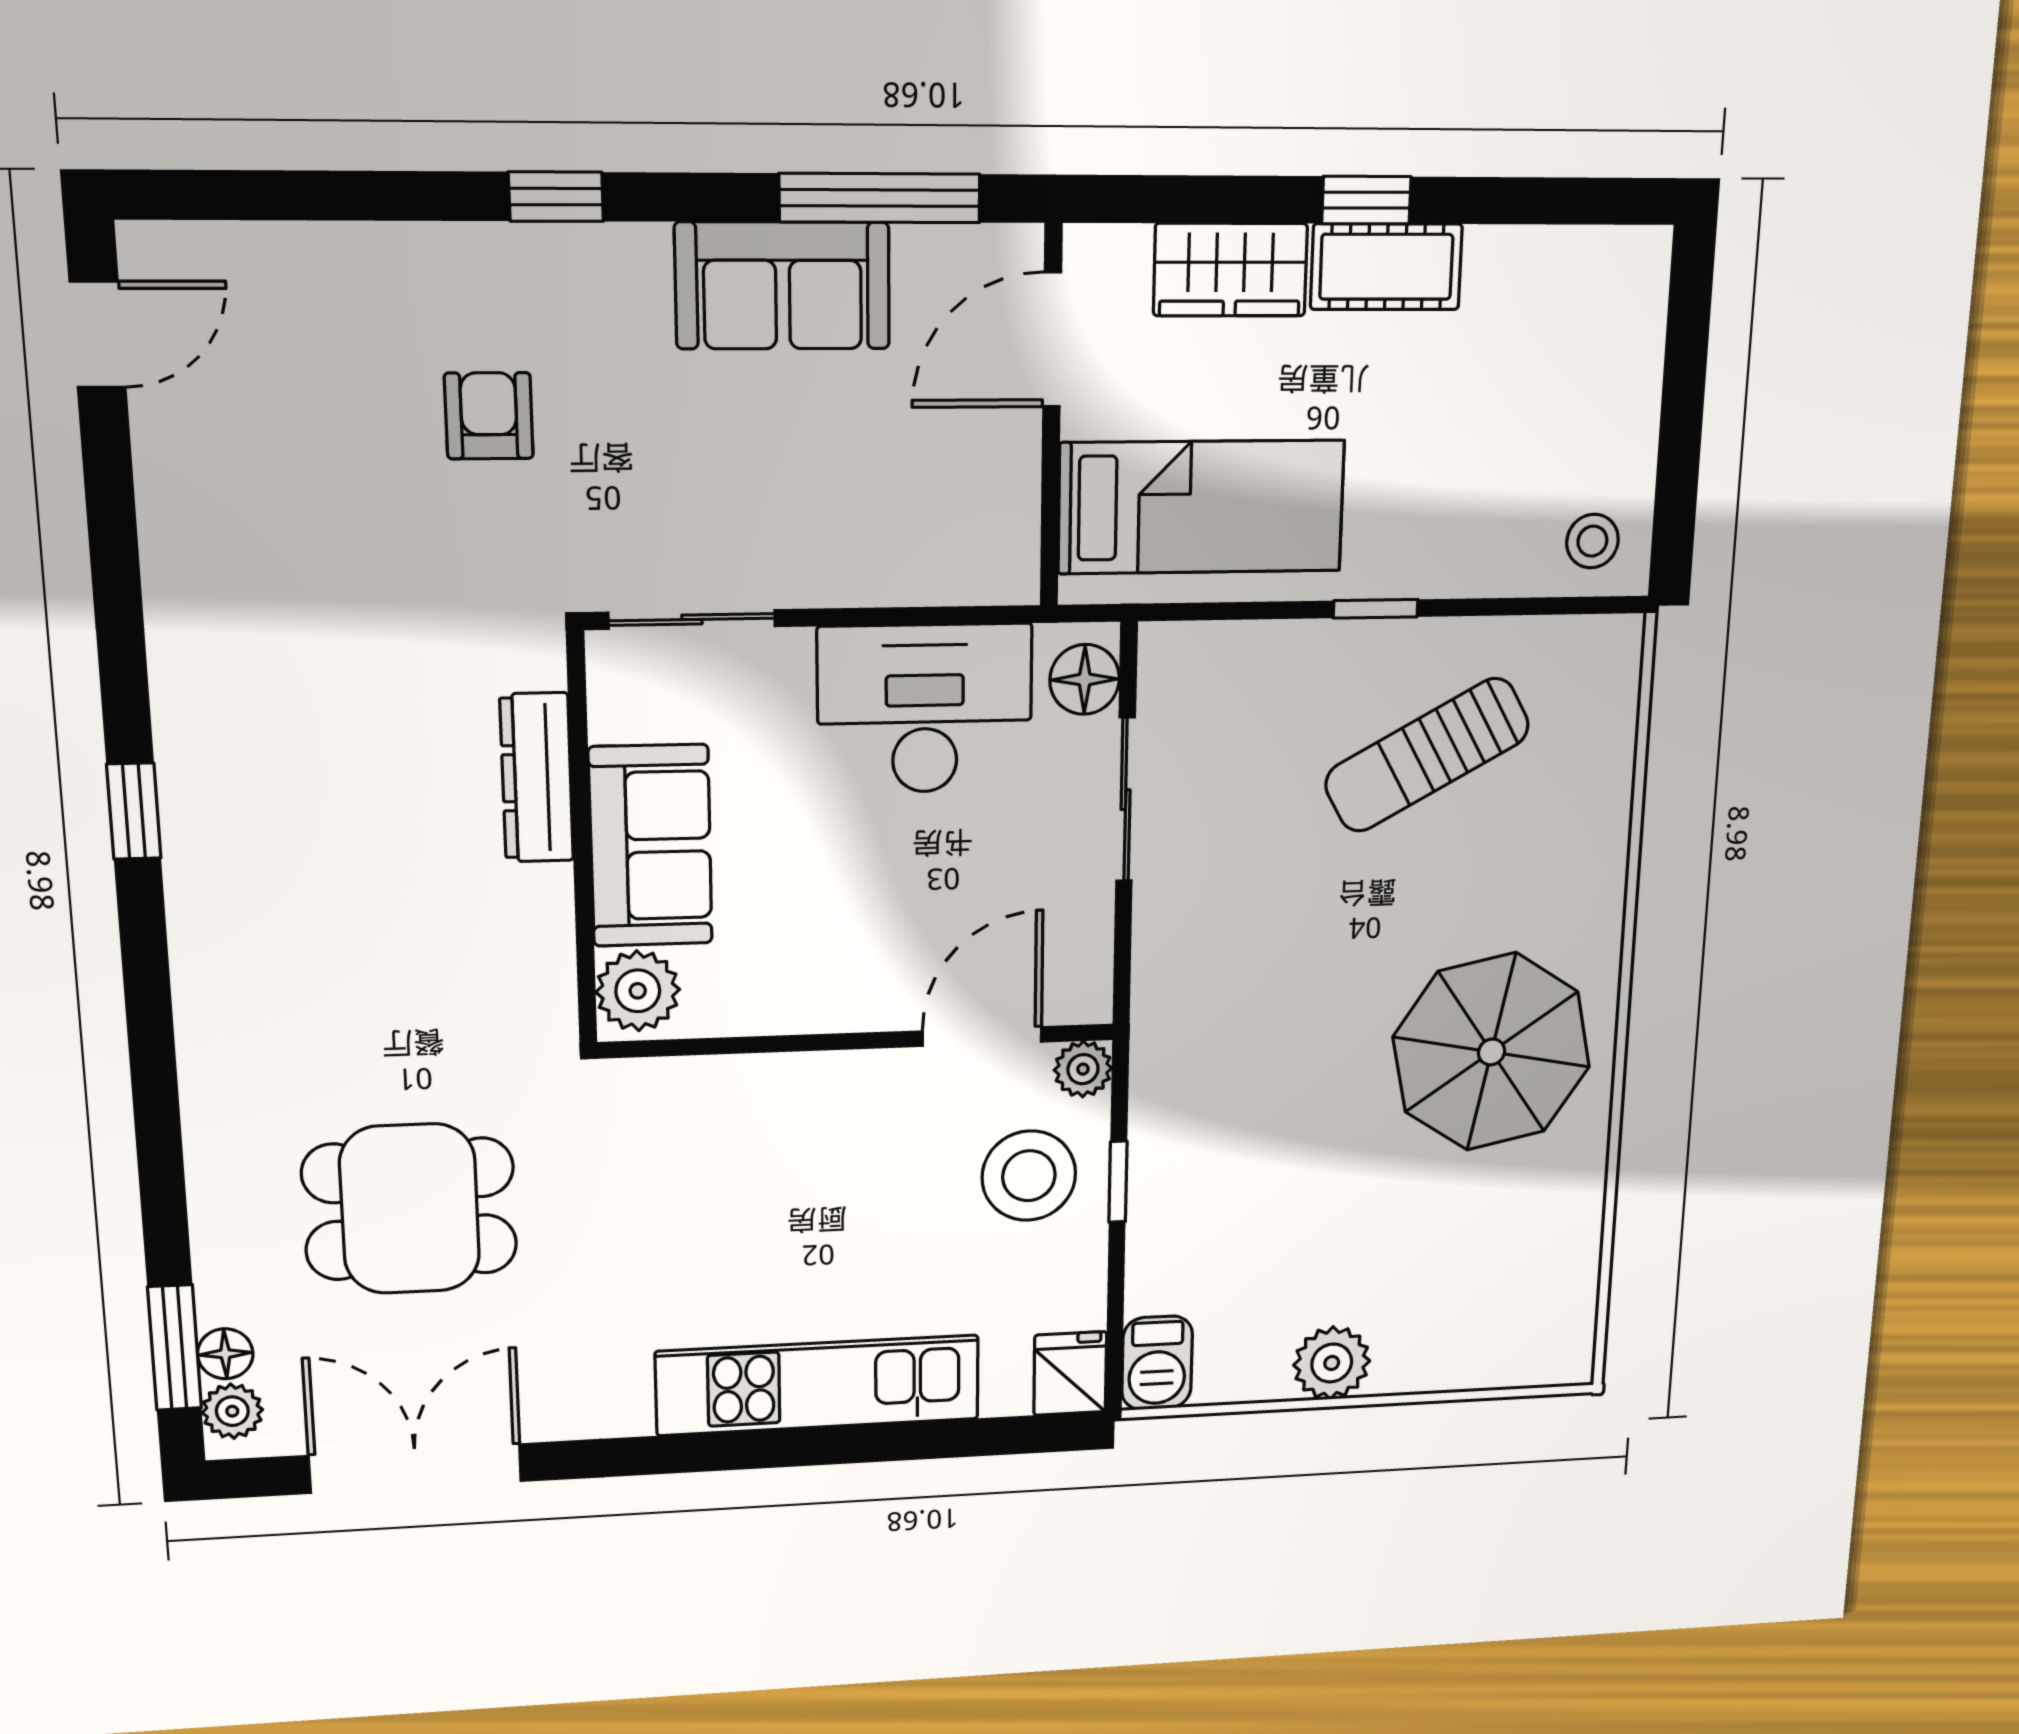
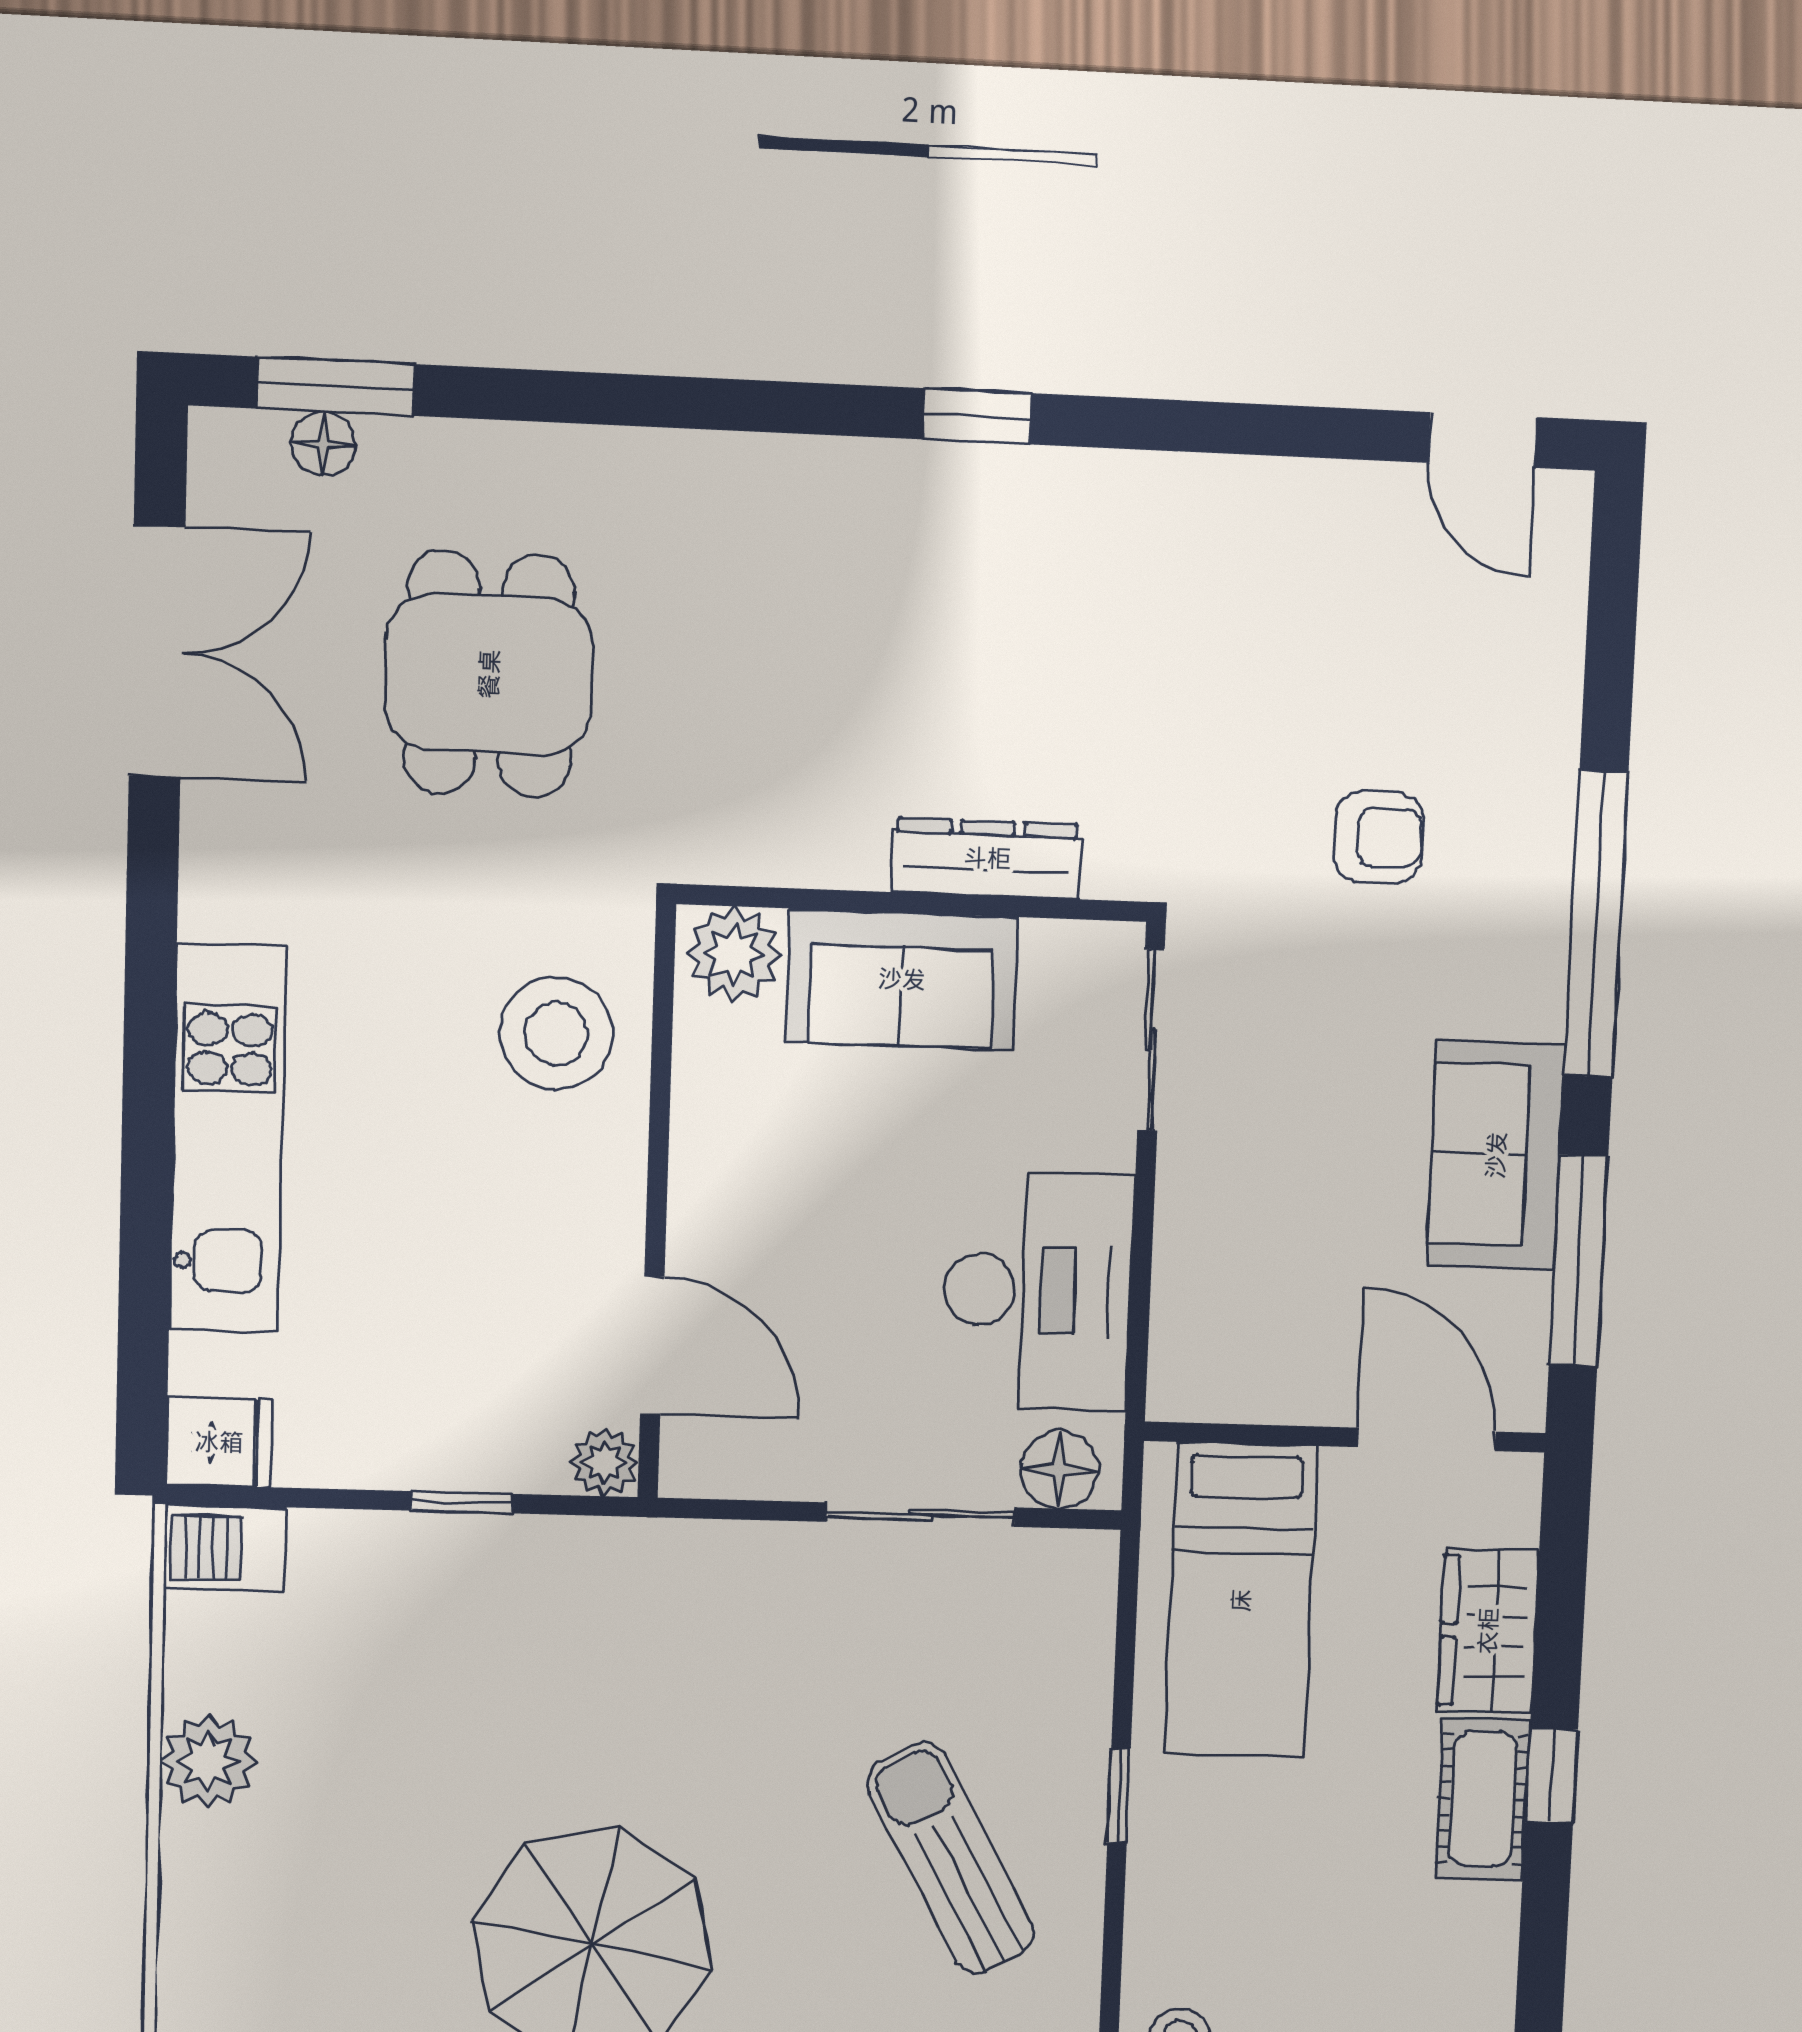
window: (556, 197) -> (1596, 924), width x3.17
stool: (1029, 1176) -> (556, 1034), moved
plant: (232, 1411) -> (249, 444), removed

